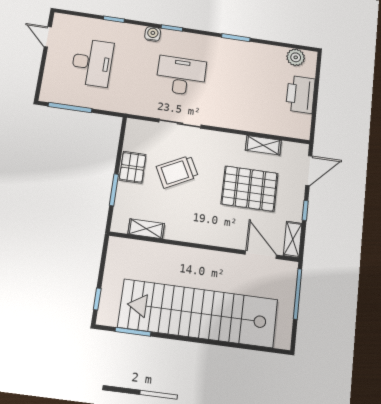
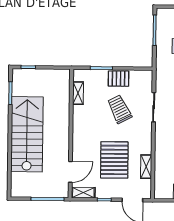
stairs: (198, 313) -> (27, 134), width x0.73

